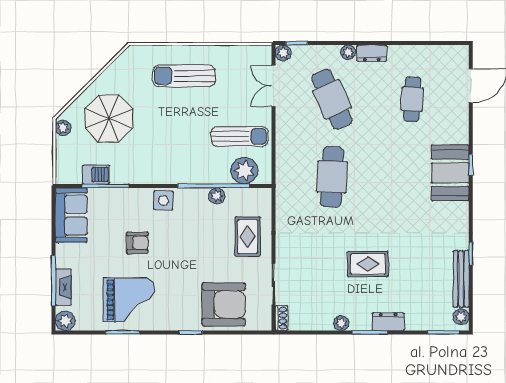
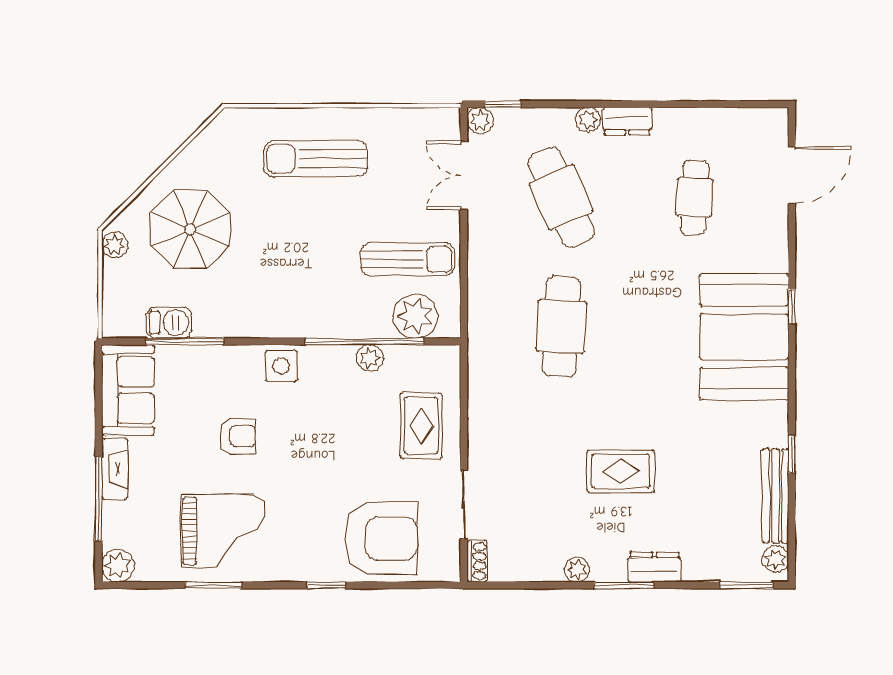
booth: (450, 173) -> (744, 337), width x1.36, depth x1.42
fireplace: (63, 287) -> (115, 469), moved

